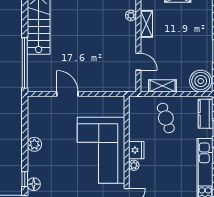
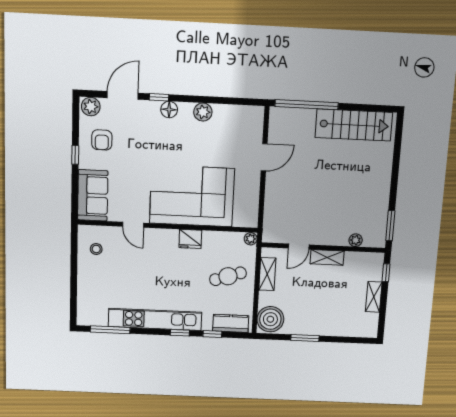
shelving: (146, 24) -> (327, 257), moved
plant: (134, 165) -> (251, 239), moved
floor lamp: (34, 184) -> (169, 110), moved

